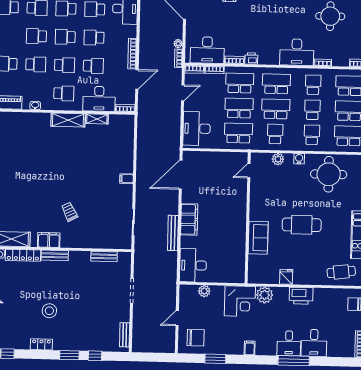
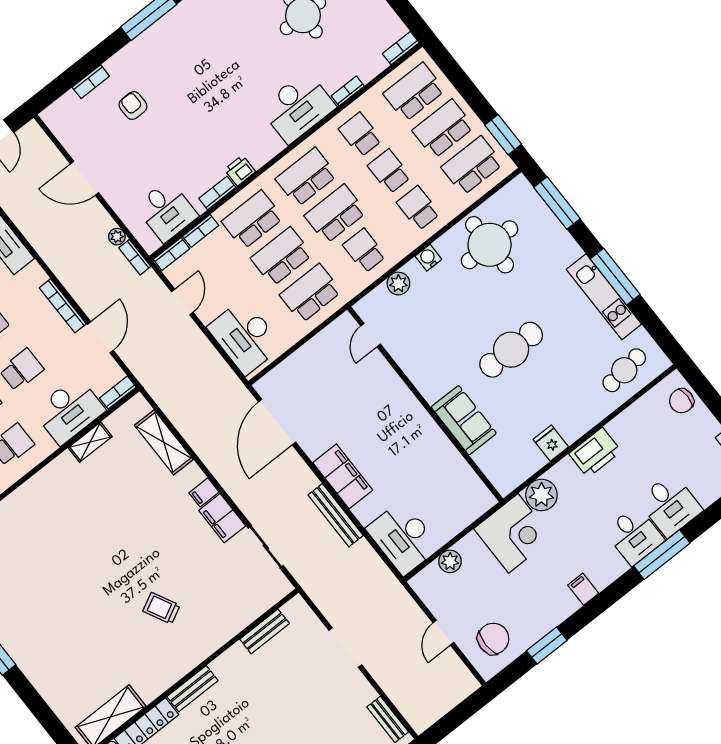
desk: (207, 50) -> (166, 211), width x0.73
shelving: (68, 120) -> (164, 442), moved, turned 90
filing cabinet: (49, 240) -> (222, 518), moved, turned -90

